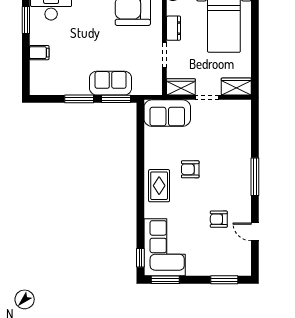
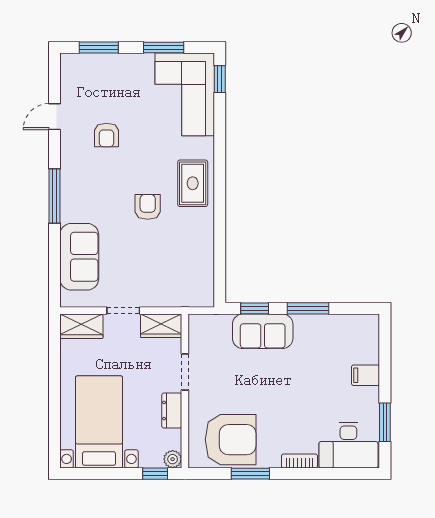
window: (116, 99) -> (255, 308), width x0.67
sofa: (167, 113) -> (79, 257), moved, turned 90
armchair: (190, 169) -> (148, 207), turned -90
armchair: (219, 219) -> (107, 135), turned 90
door: (255, 232) -> (54, 117), swing flipped
window: (165, 280) -> (164, 48), moved

